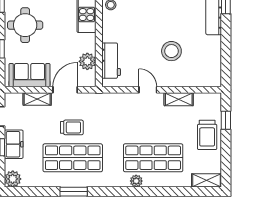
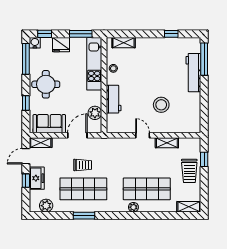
workbench: (111, 61) -> (114, 99), moved
shelving: (37, 99) -> (41, 143), moved
plant: (13, 179) -> (46, 206), moved

